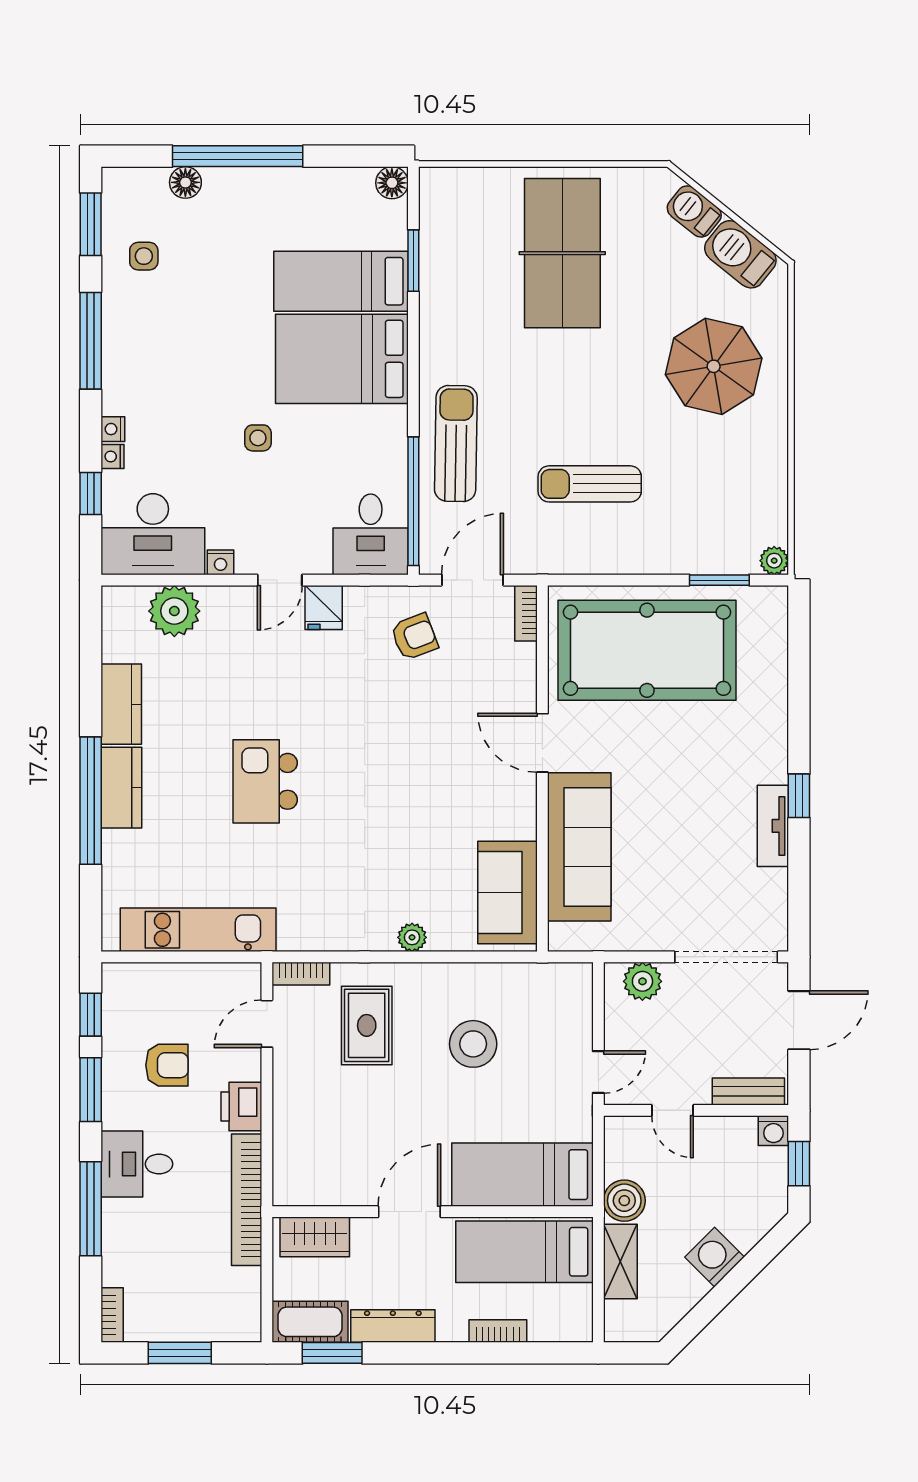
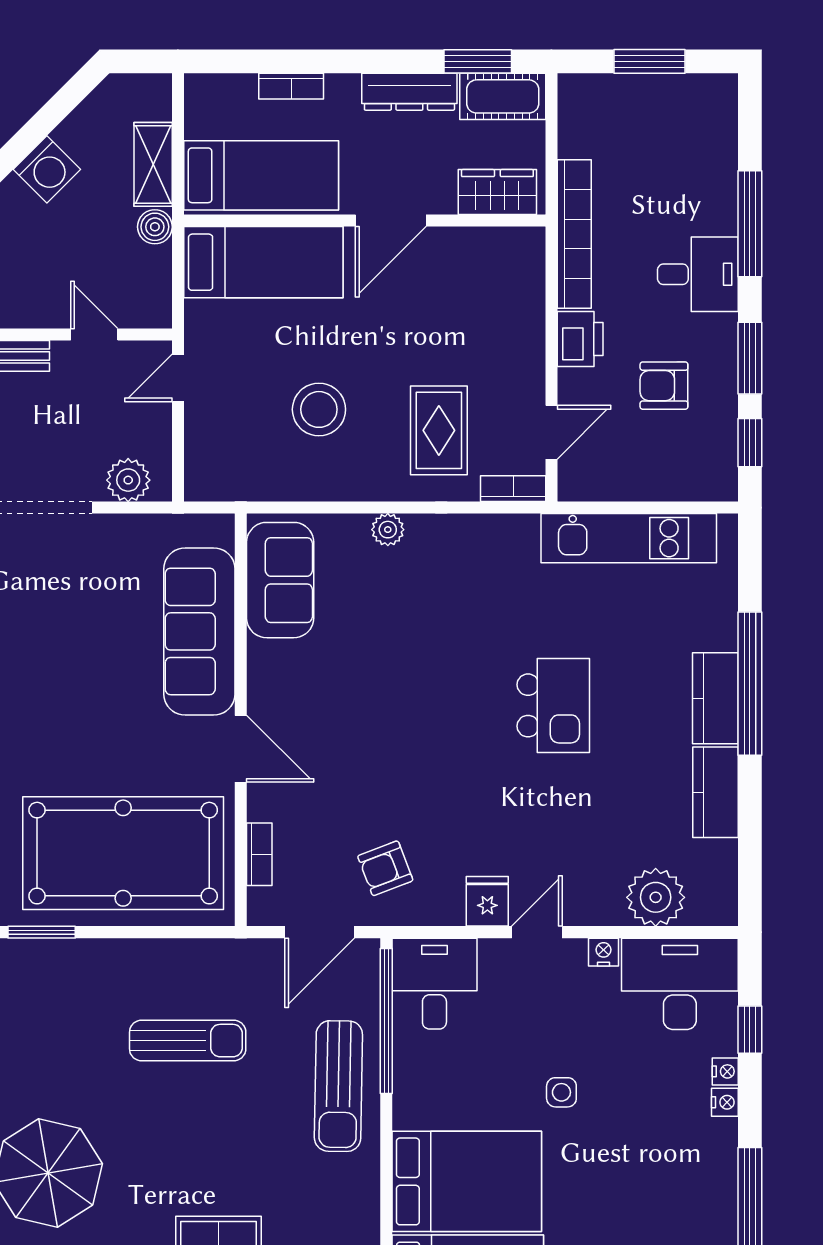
bookcase: (526, 613) -> (259, 854), moved
boiler: (624, 1201) -> (155, 227), width x0.73, depth x0.73
bookcase: (112, 1315) -> (726, 104), removed

